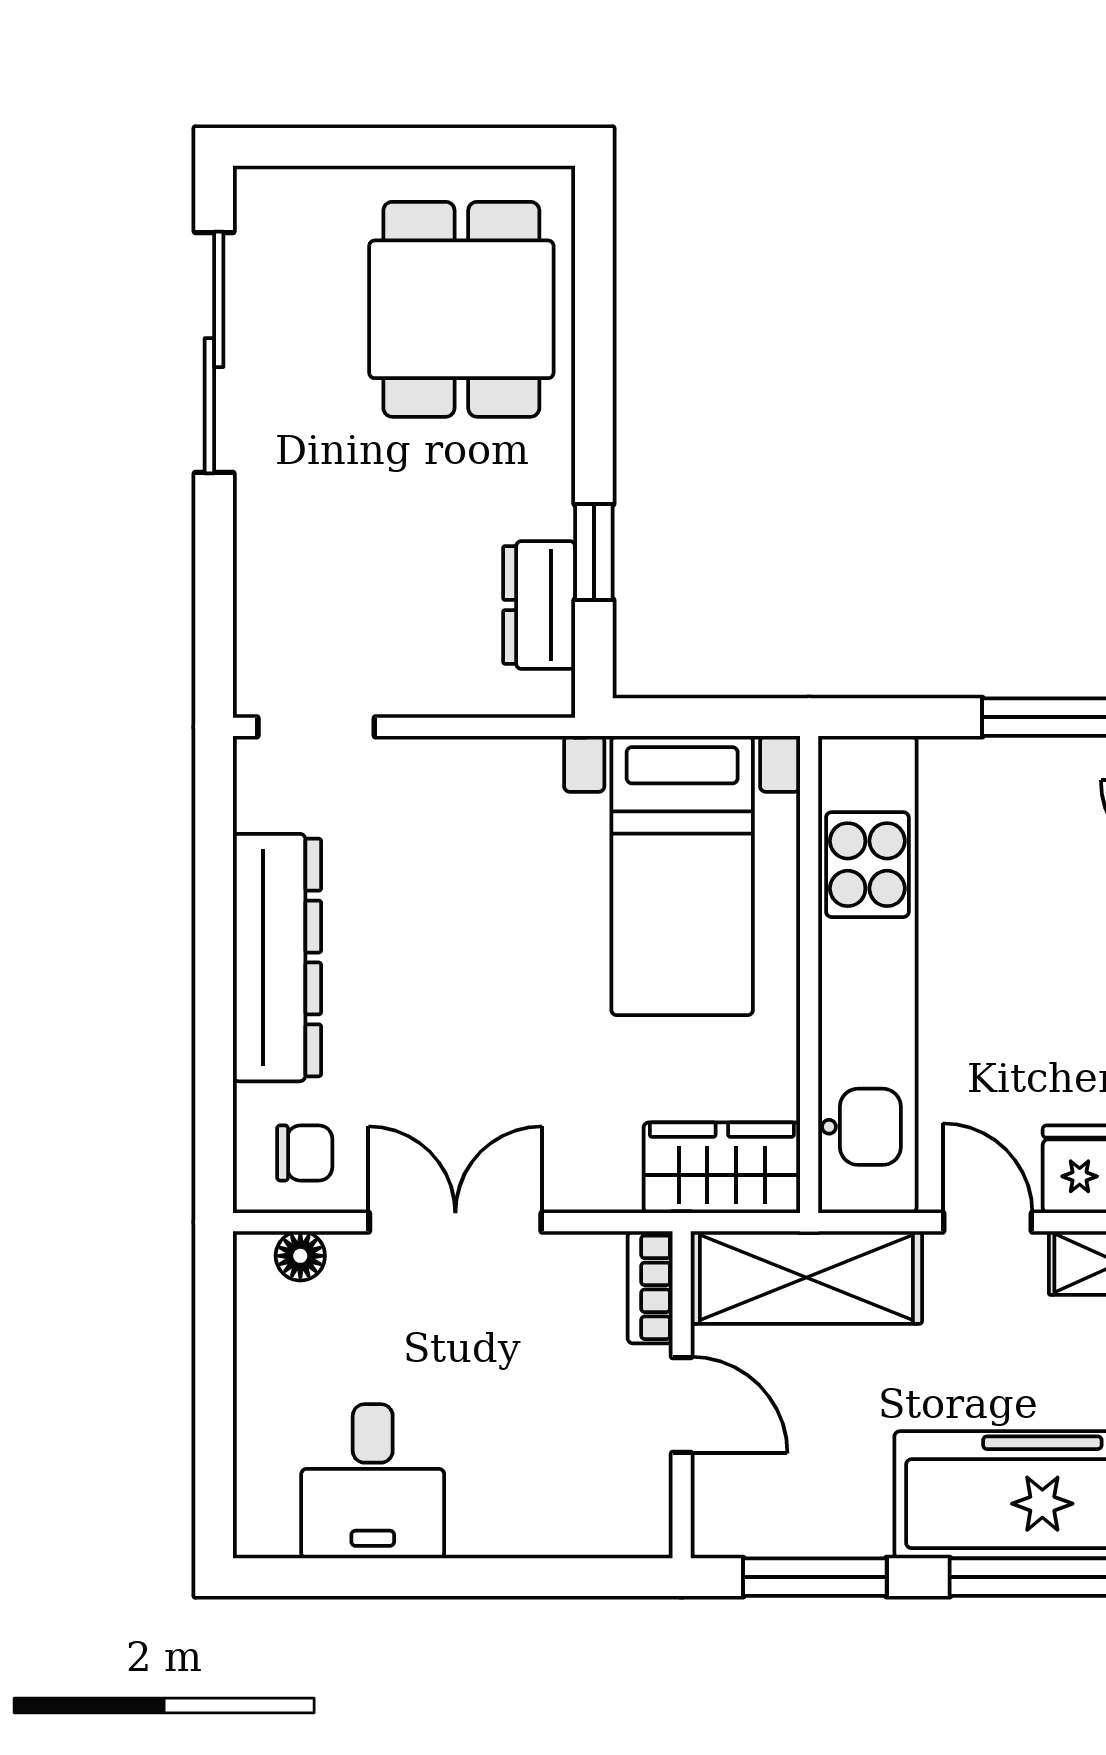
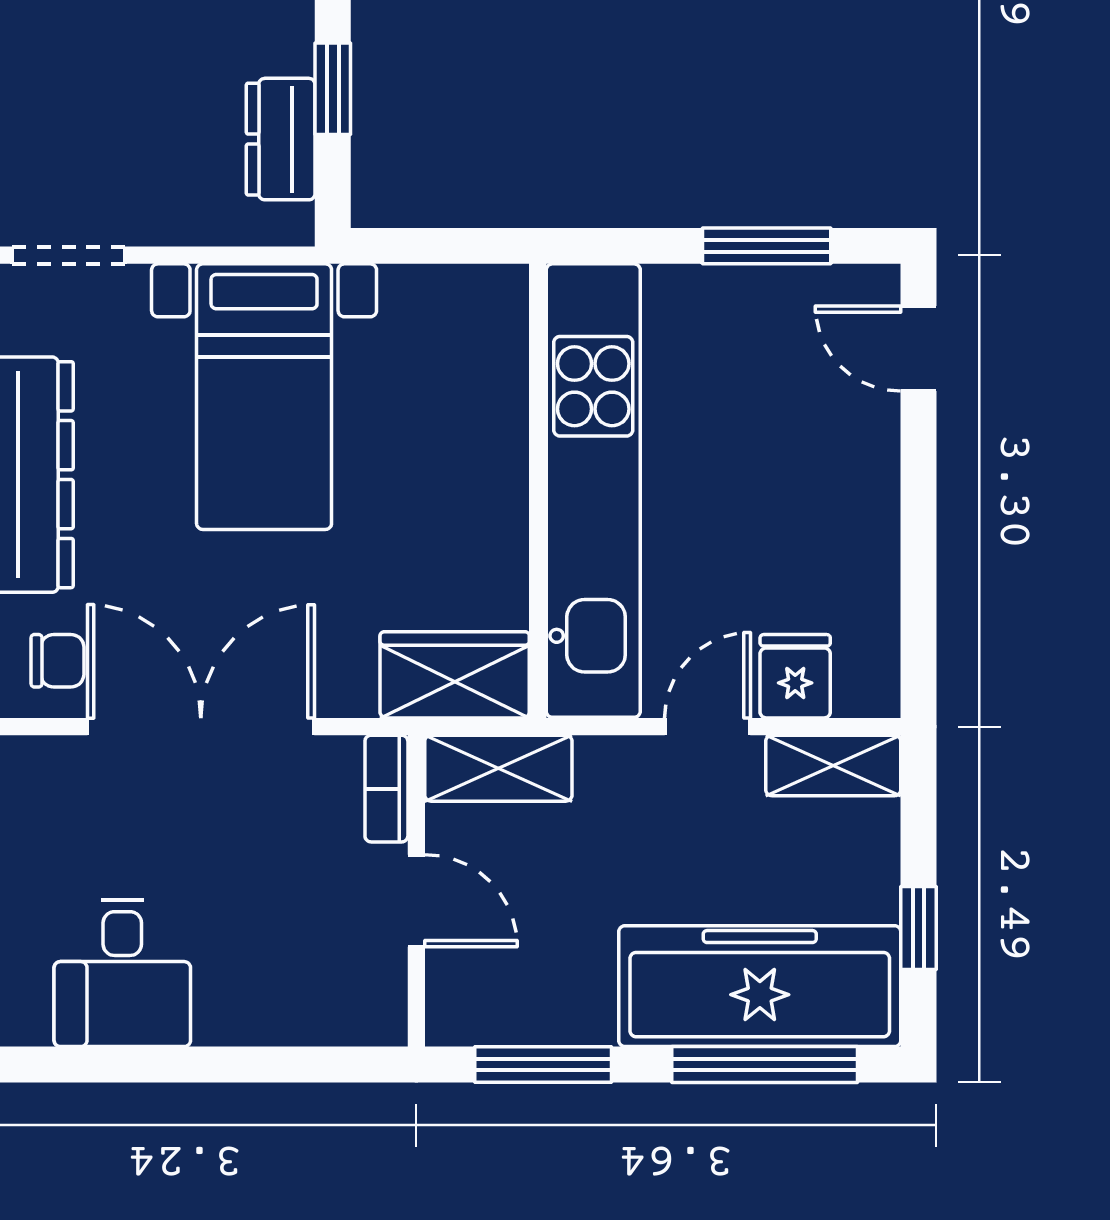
bed with nightstands: (682, 876) -> (264, 397), moved
double door: (455, 1222) -> (201, 727), width x1.37
door: (987, 1222) -> (708, 727), hinge flipped
floor lamp: (300, 1256) -> (53, 759), removed
shelving: (806, 1277) -> (498, 768), width x0.67, depth x0.75

